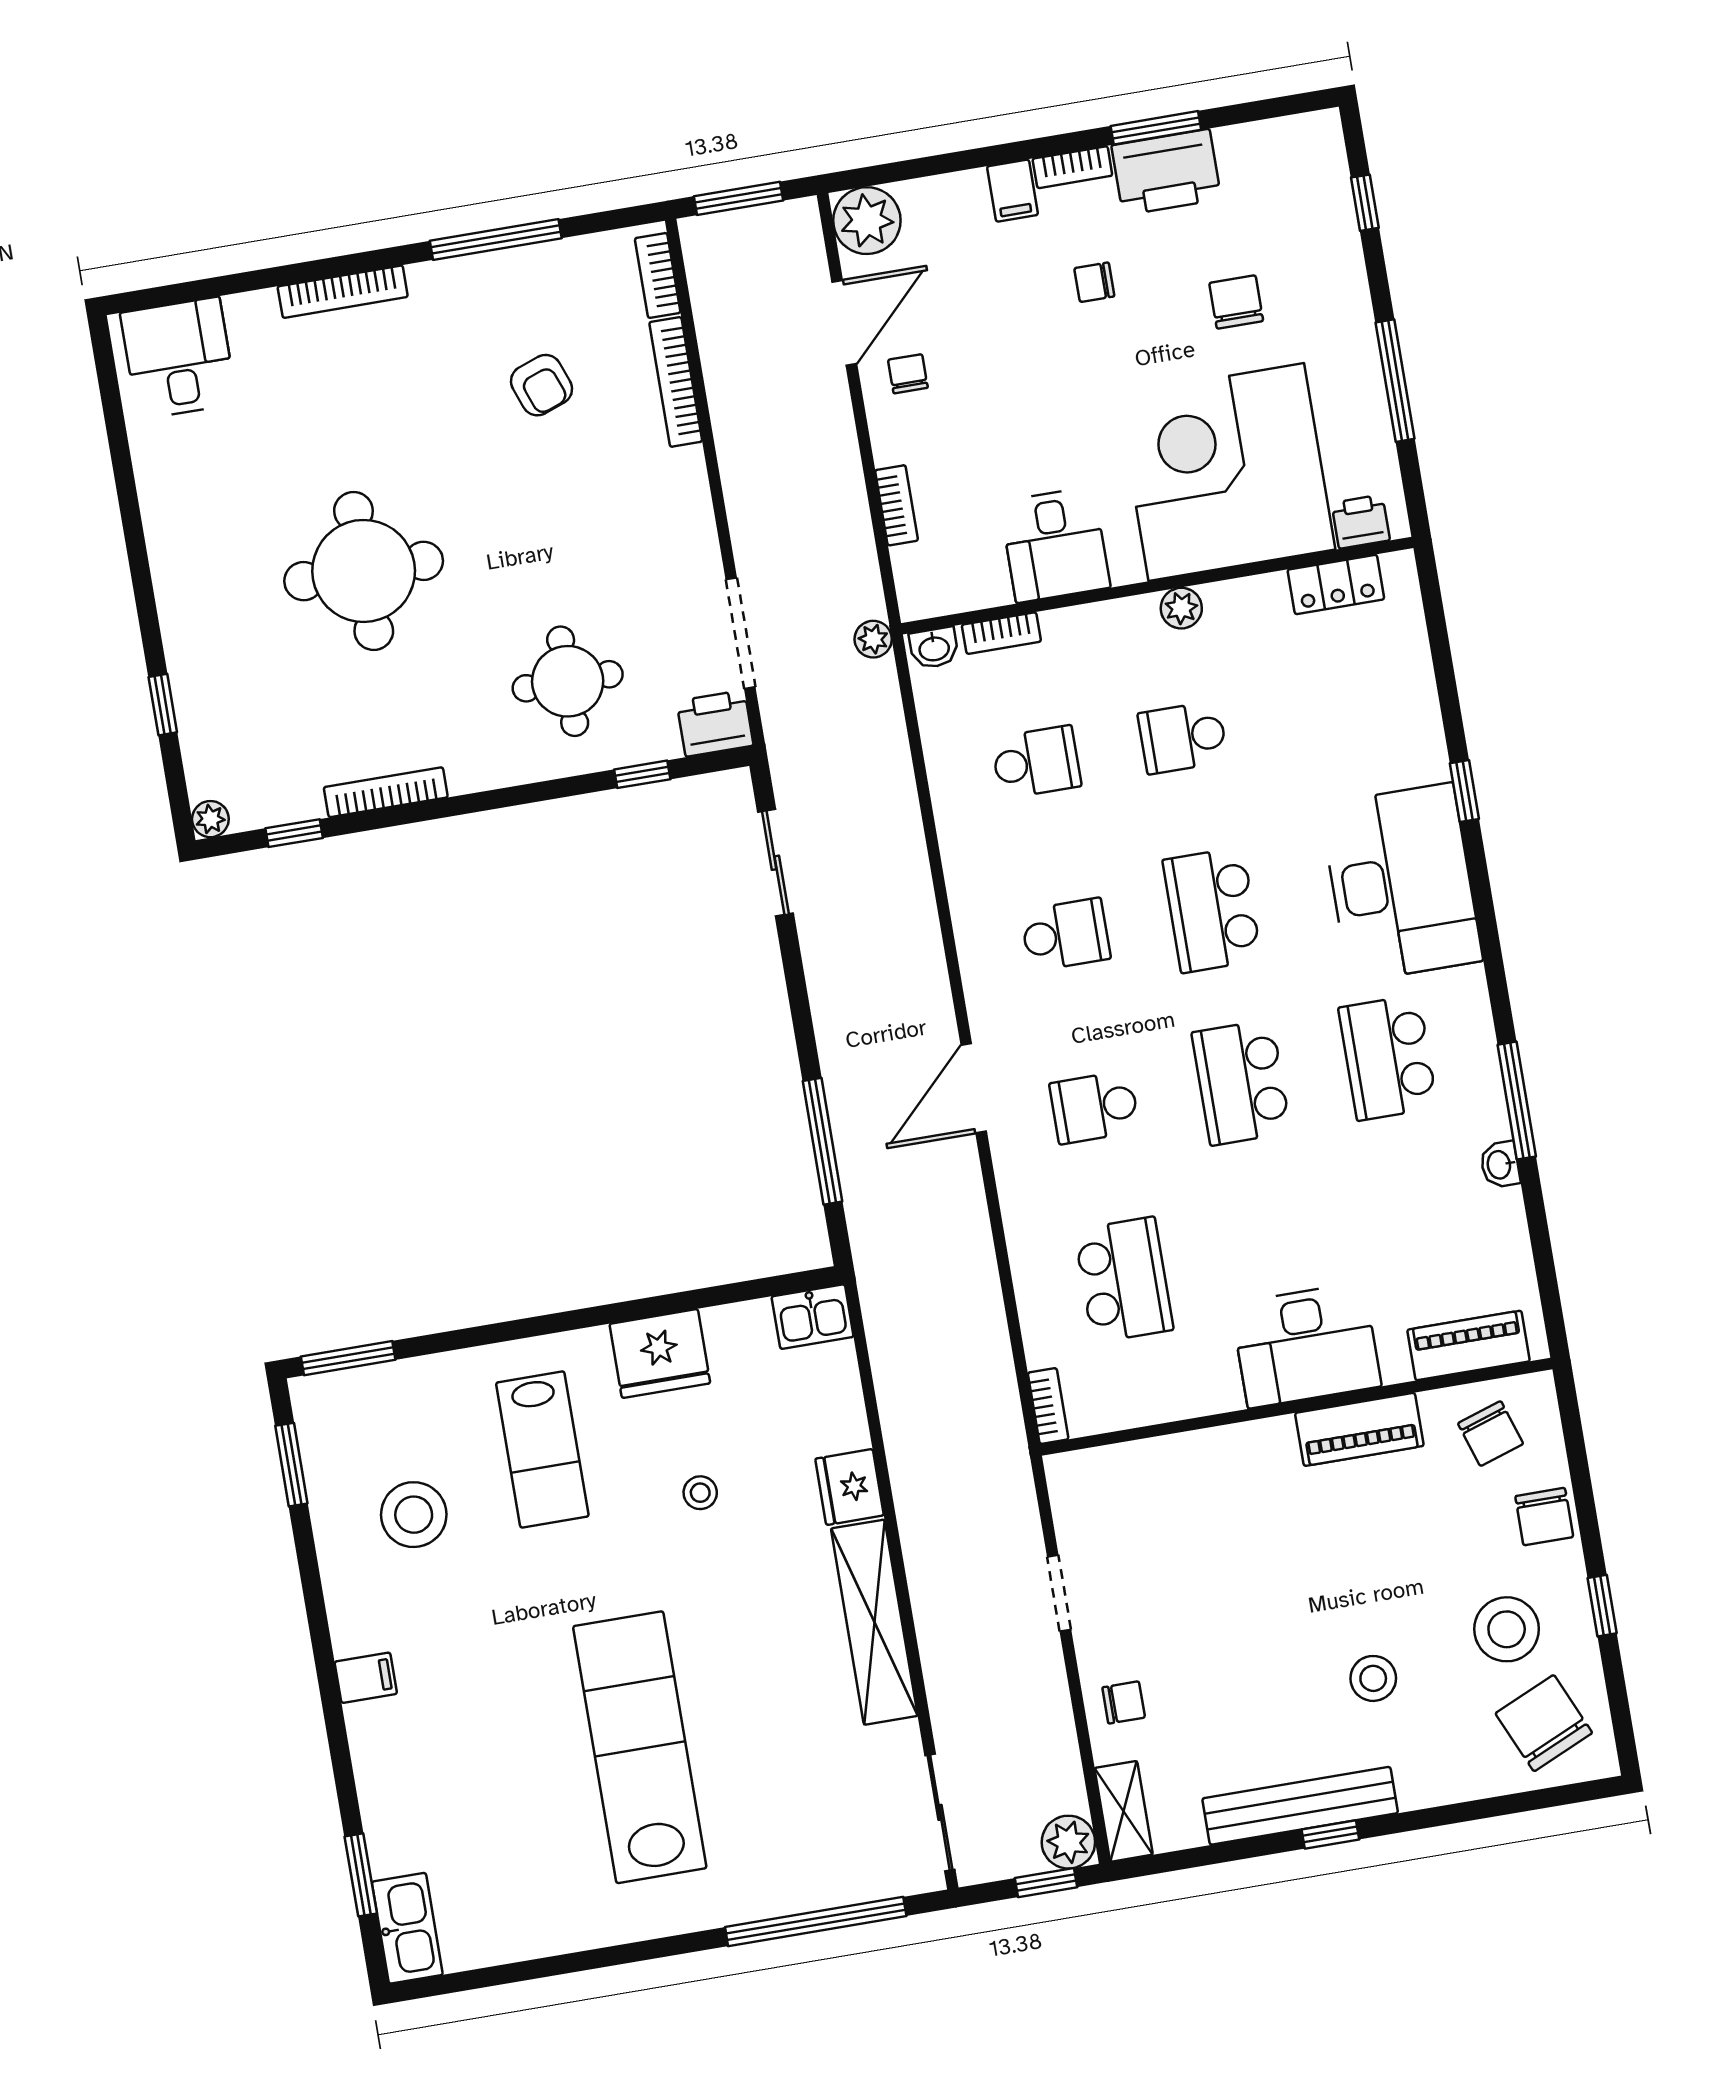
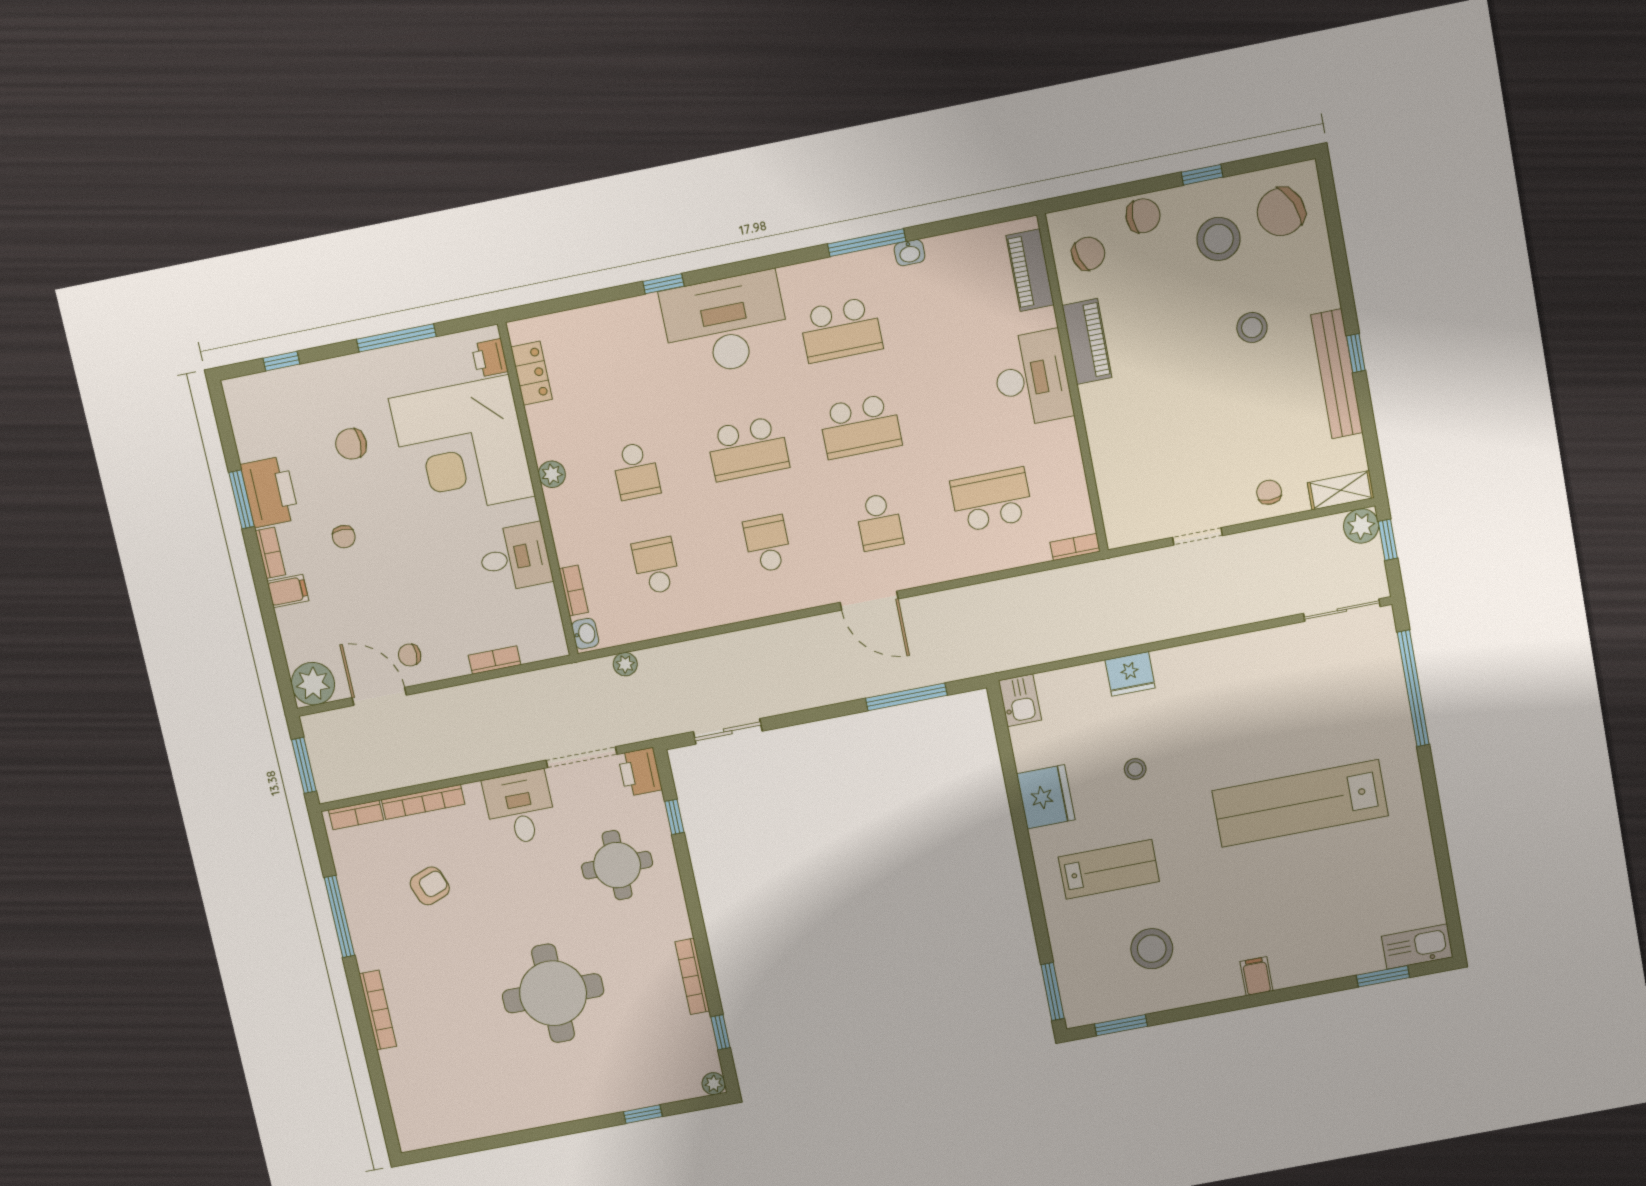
desk: (179, 358) -> (520, 808), moved, turned 90
plant: (873, 639) -> (625, 664), moved
shelving: (874, 1622) -> (1218, 656), removed

